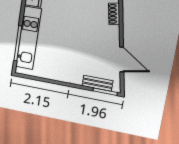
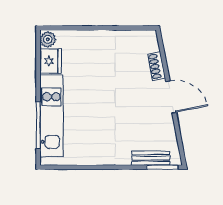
door: (122, 59) -> (171, 97), moved

